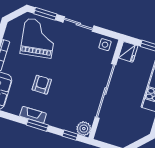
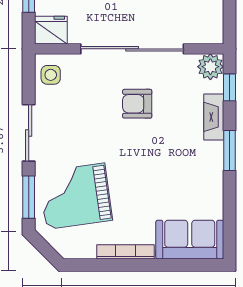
armchair: (42, 85) -> (137, 104), moved
fireplace: (33, 115) -> (214, 117), moved

